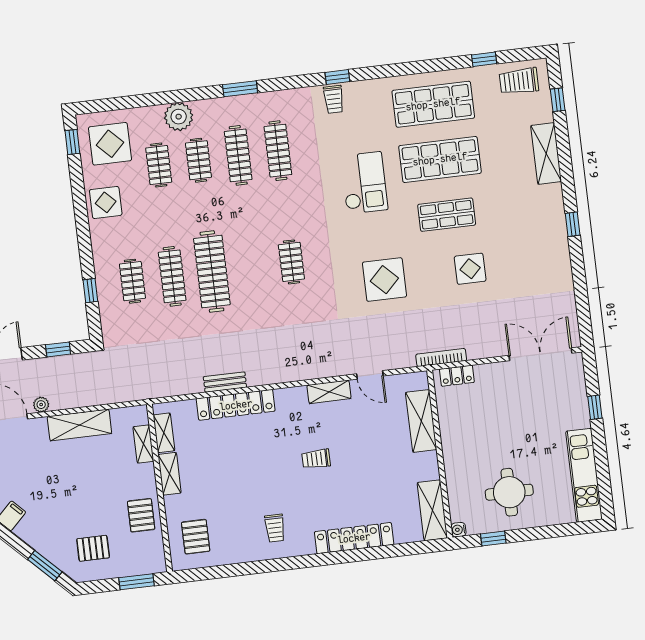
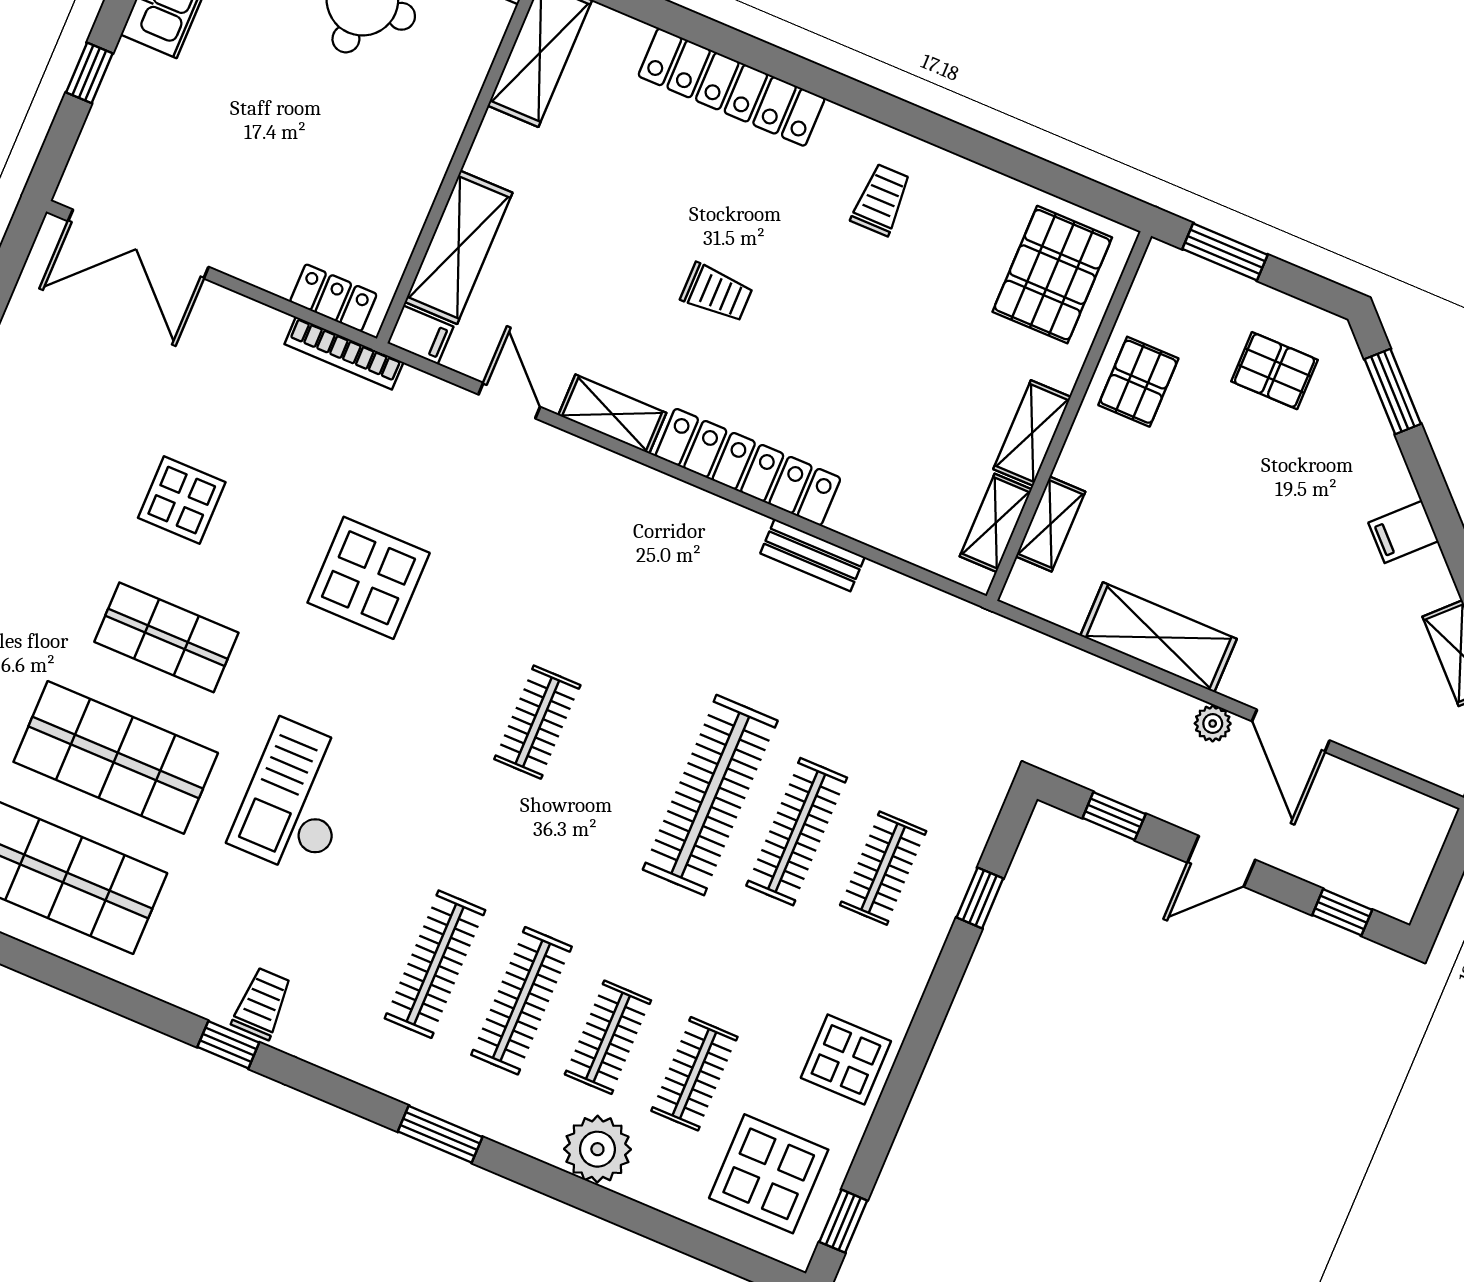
filing cabinet: (417, 380) -> (420, 335), added
locker: (236, 405) -> (748, 467), moved
pallet: (196, 537) -> (1052, 275), width x1.50, depth x1.42

